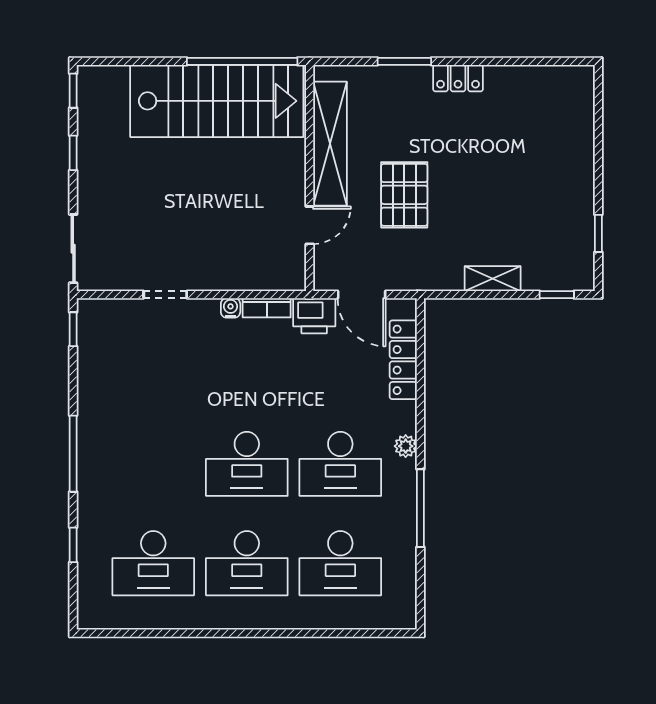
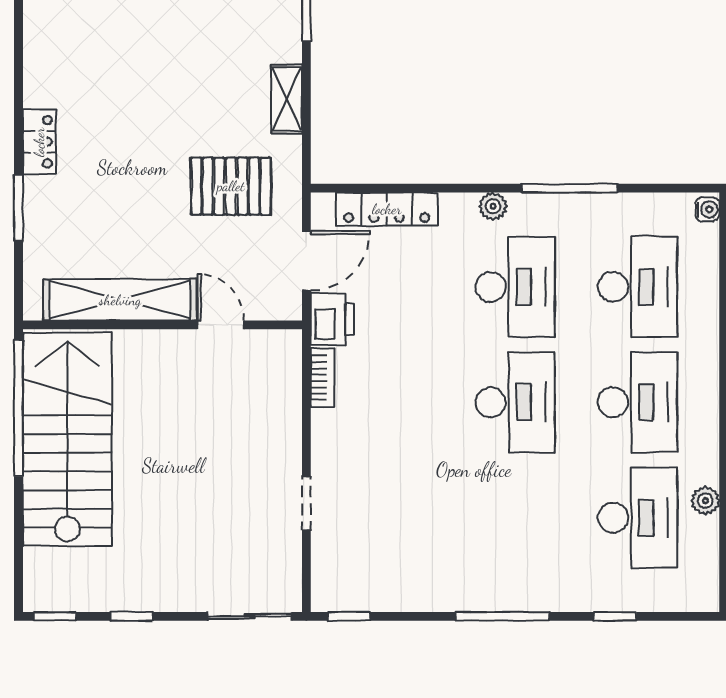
pallet: (404, 195) -> (231, 186), moved
water cooler: (231, 308) -> (707, 209), moved, turned 180
plant: (167, 618) -> (705, 501), added

